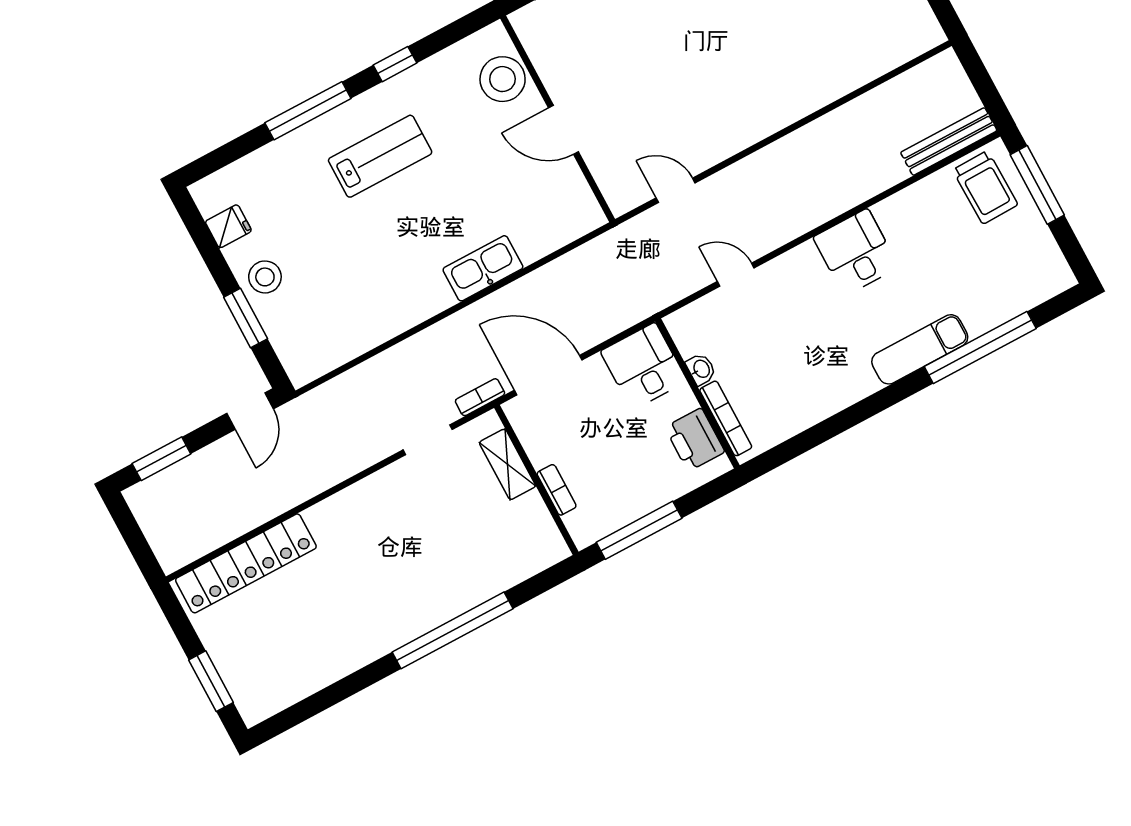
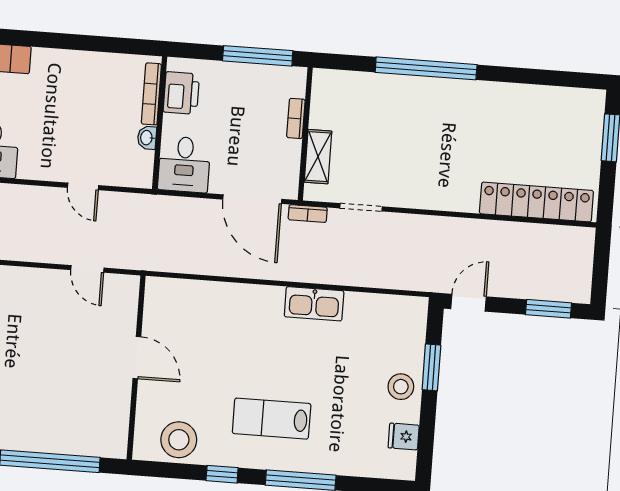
stool: (503, 79) -> (179, 440), moved
kitchen sink: (483, 268) -> (314, 304), moved

